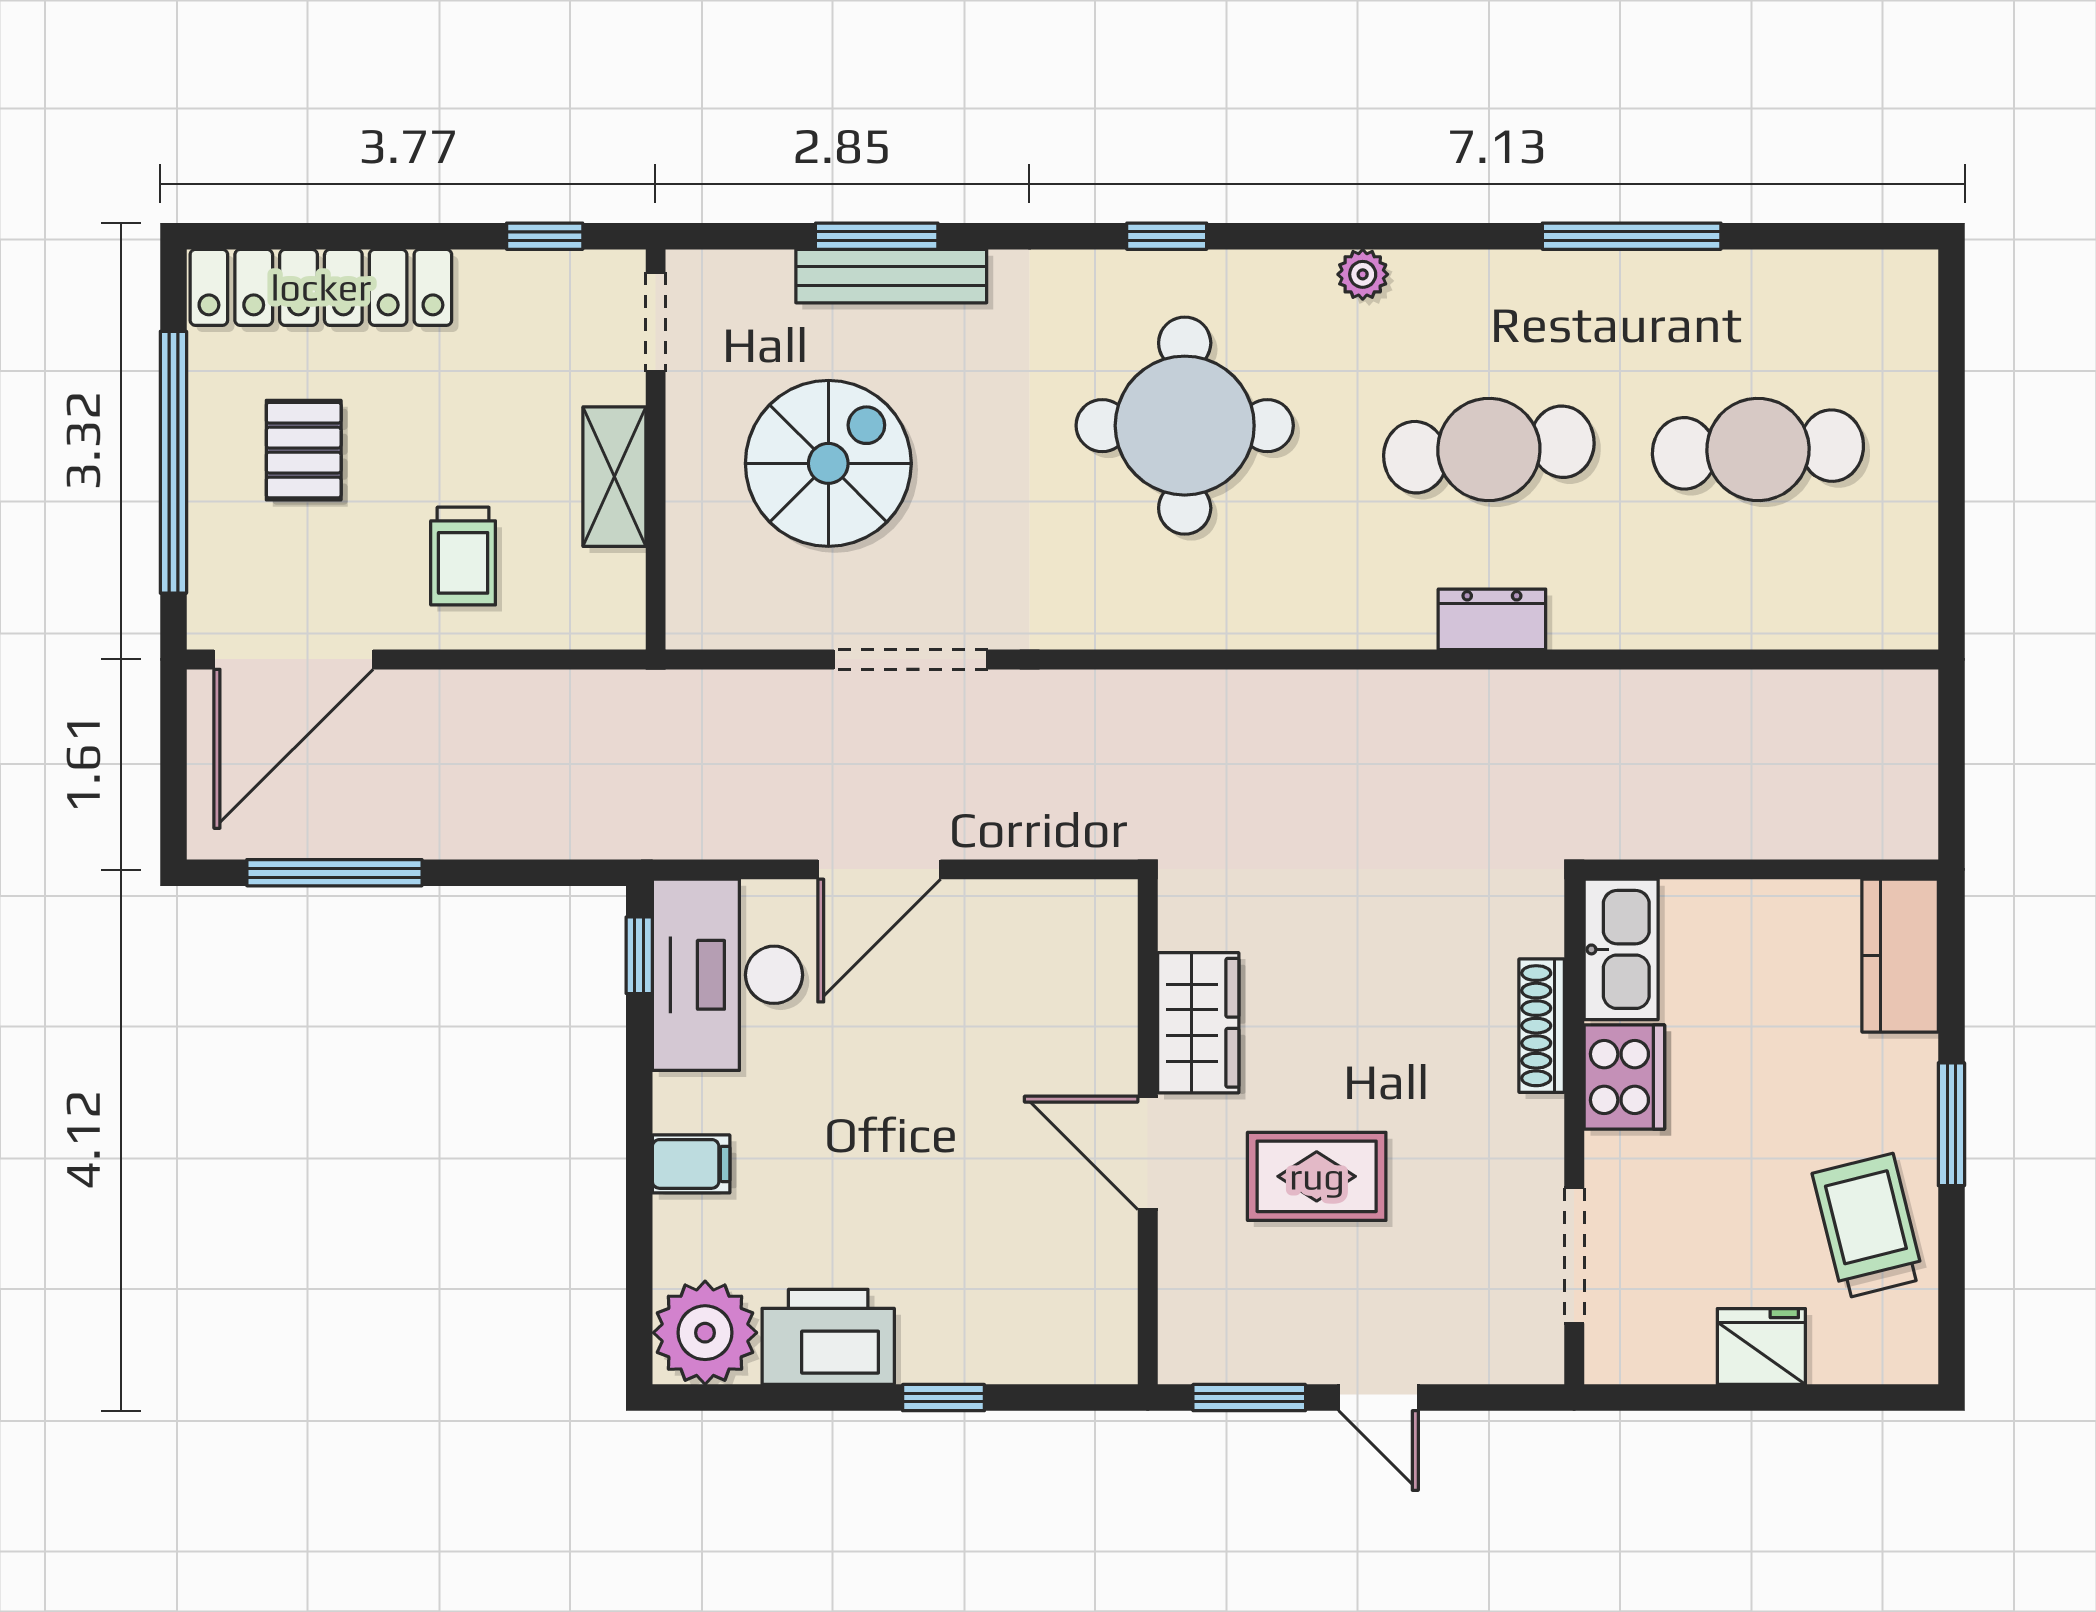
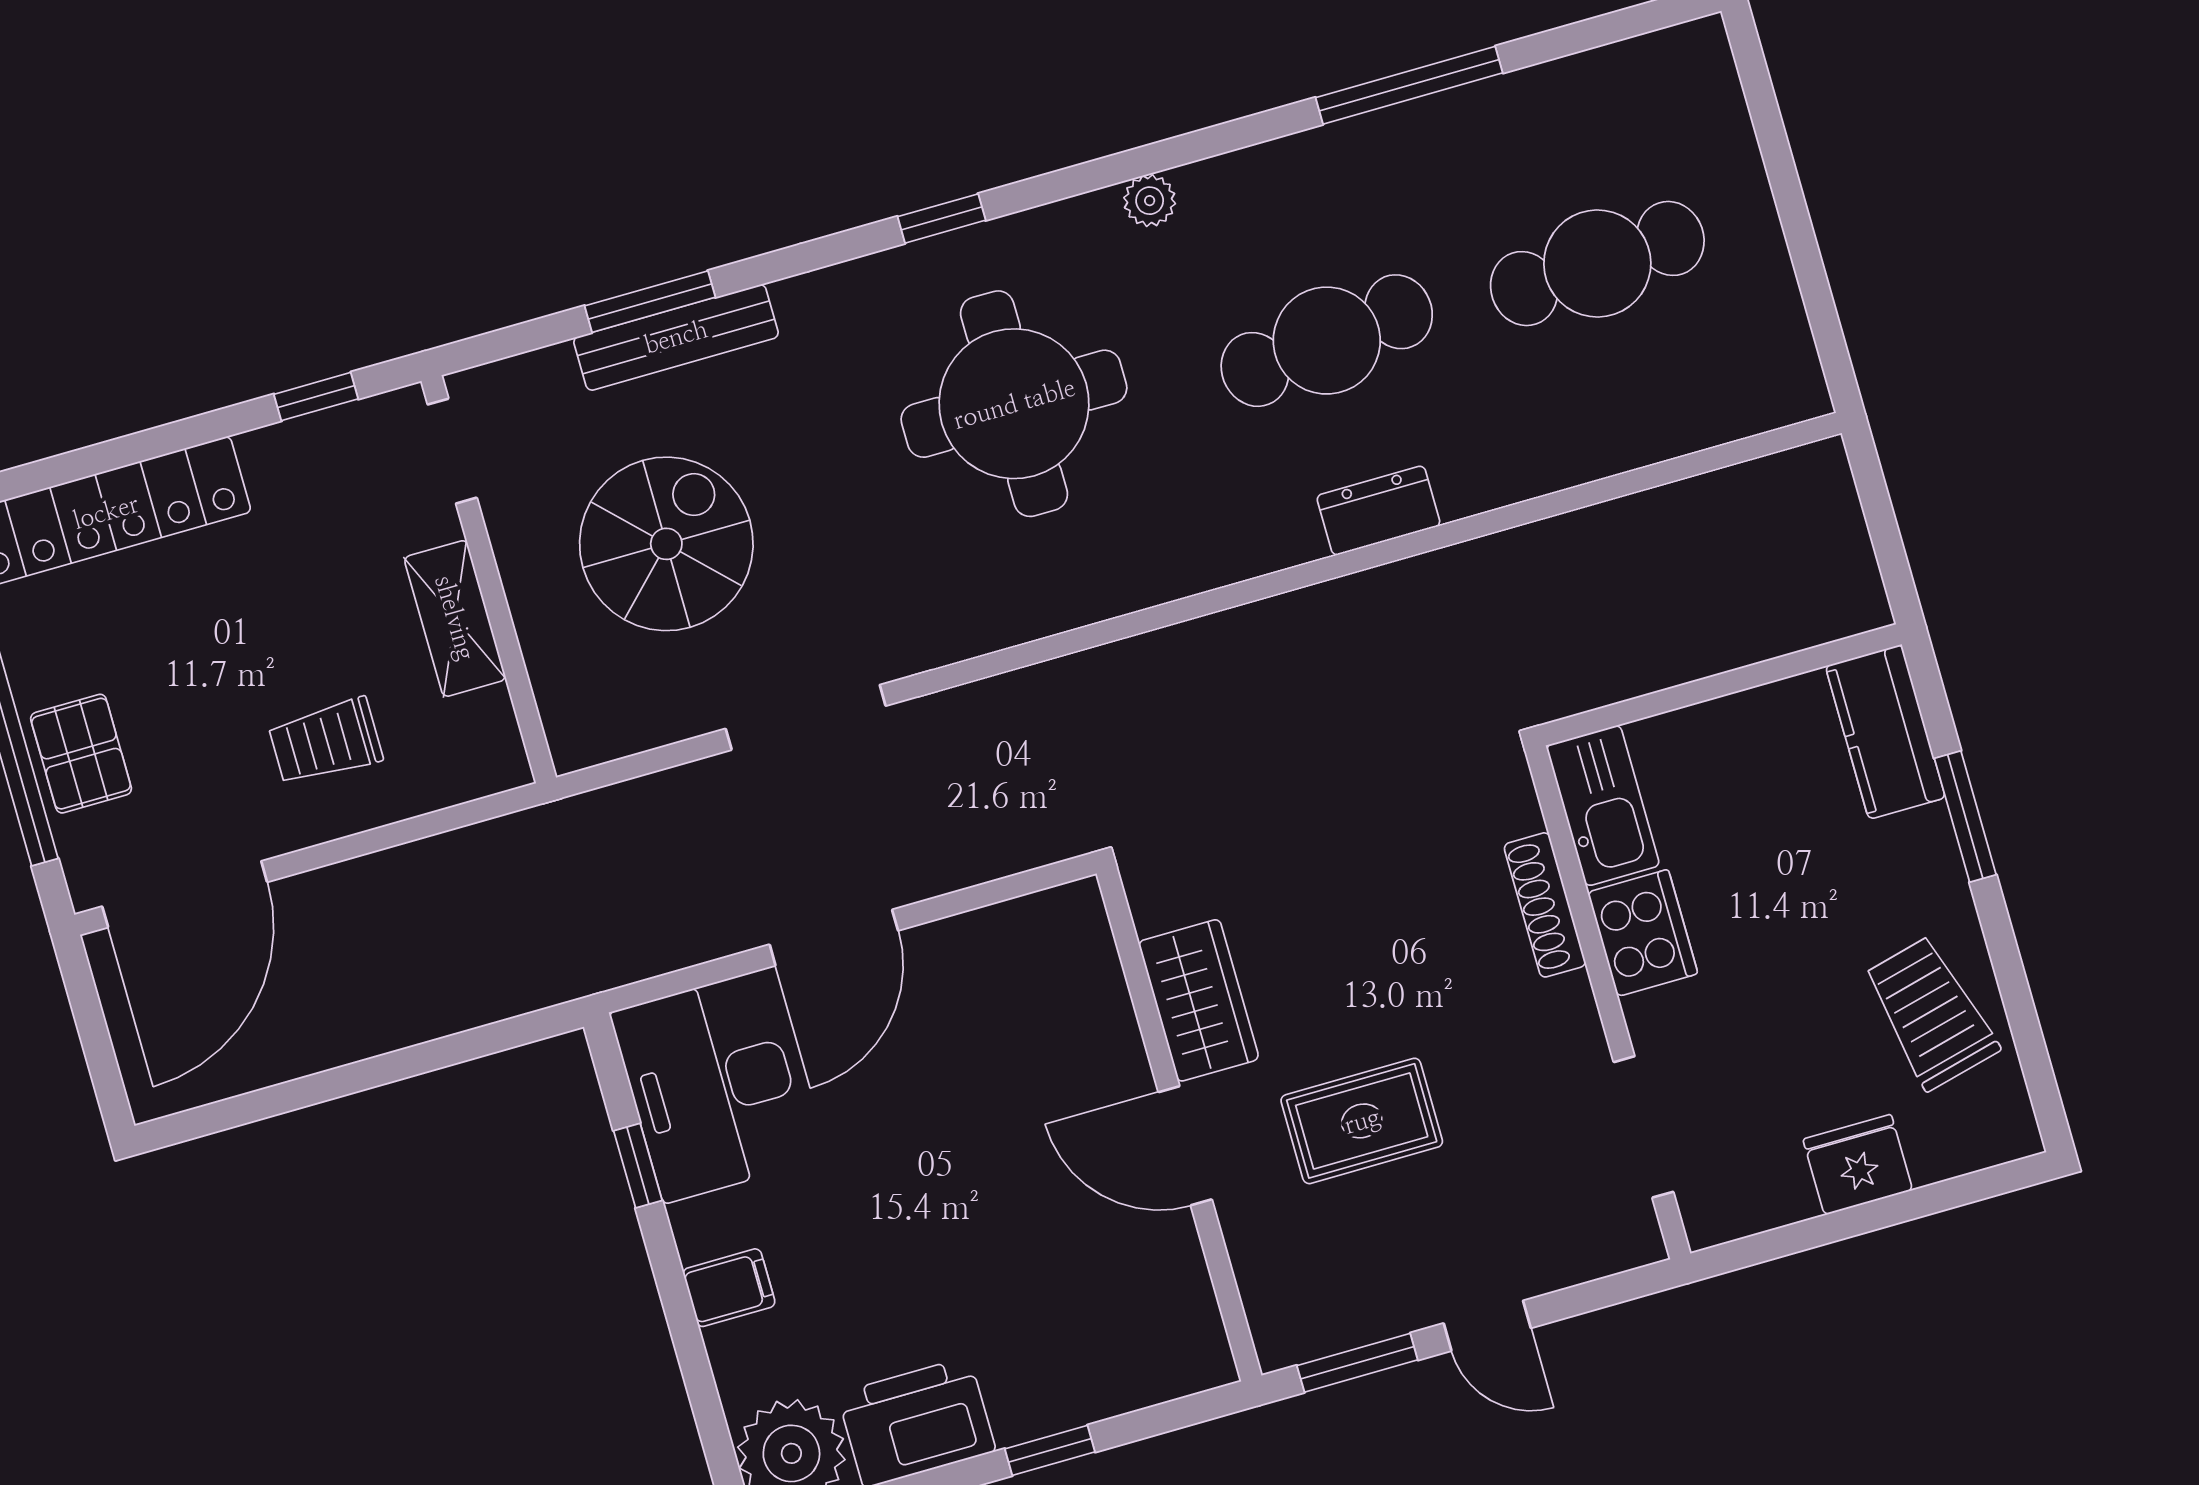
pallet: (304, 450) -> (81, 754), moved
trolley: (463, 556) -> (326, 742), turned 90
window: (334, 873) -> (287, 1097), removed
window: (639, 955) -> (638, 1166), moved
window: (1951, 1124) -> (1965, 816), moved

